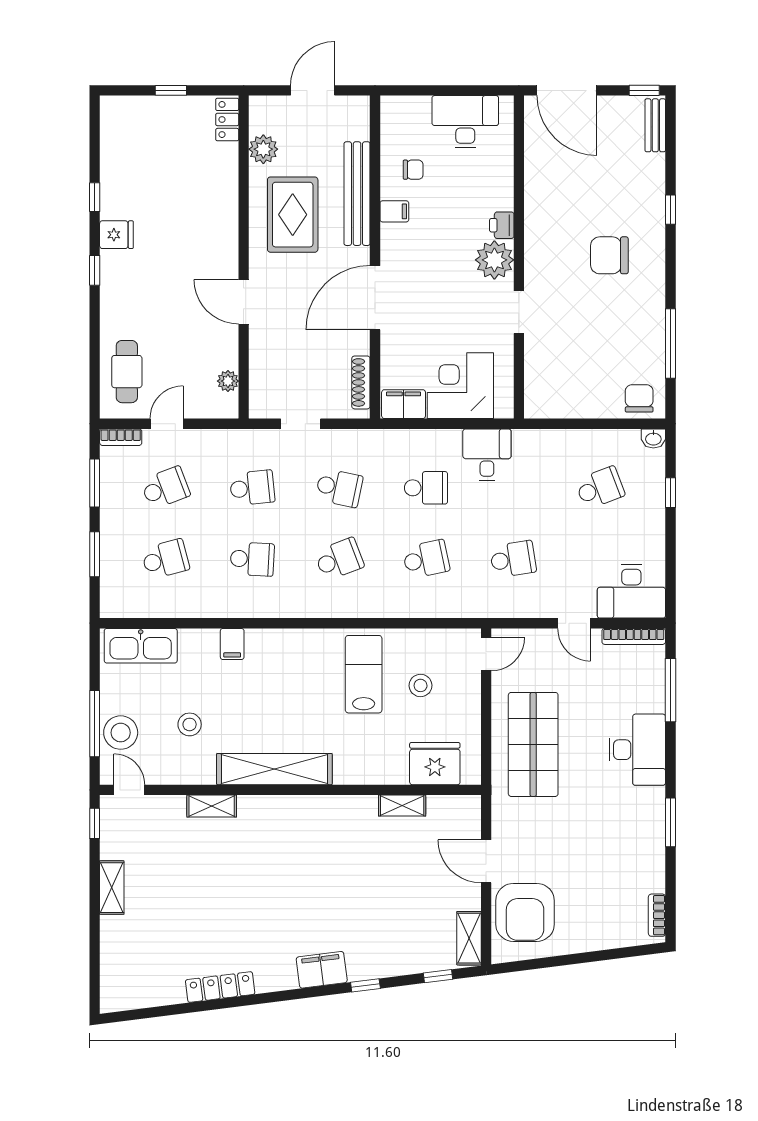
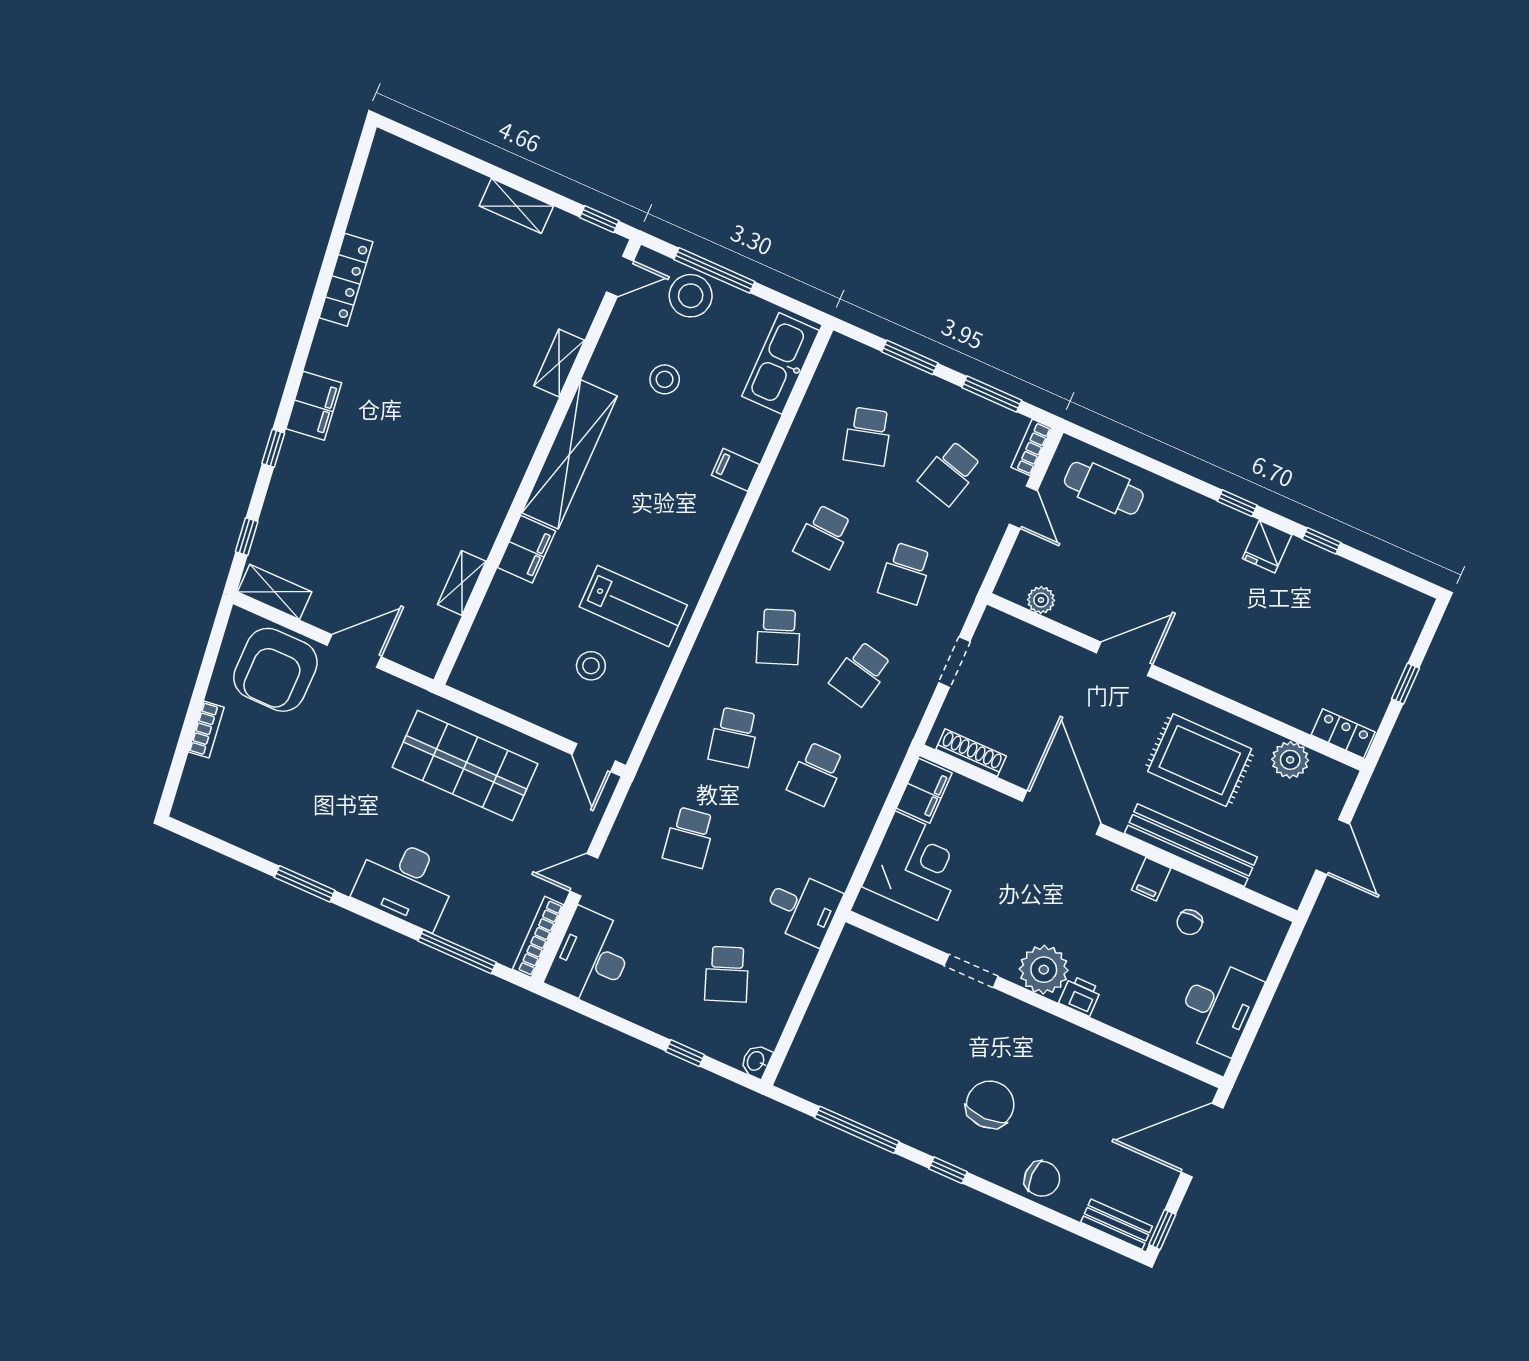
window: (670, 210) -> (948, 1170), moved
chair: (639, 398) -> (1042, 1179), moved
desk: (487, 455) -> (802, 908), moved
school desk: (165, 488) -> (950, 473), turned 36
fridge: (435, 764) -> (493, 642), removed
filing cabinet: (357, 770) -> (526, 549), added
armchair: (525, 912) -> (275, 670), turned -90
bookcase: (657, 915) -> (206, 730), moved, turned 83

